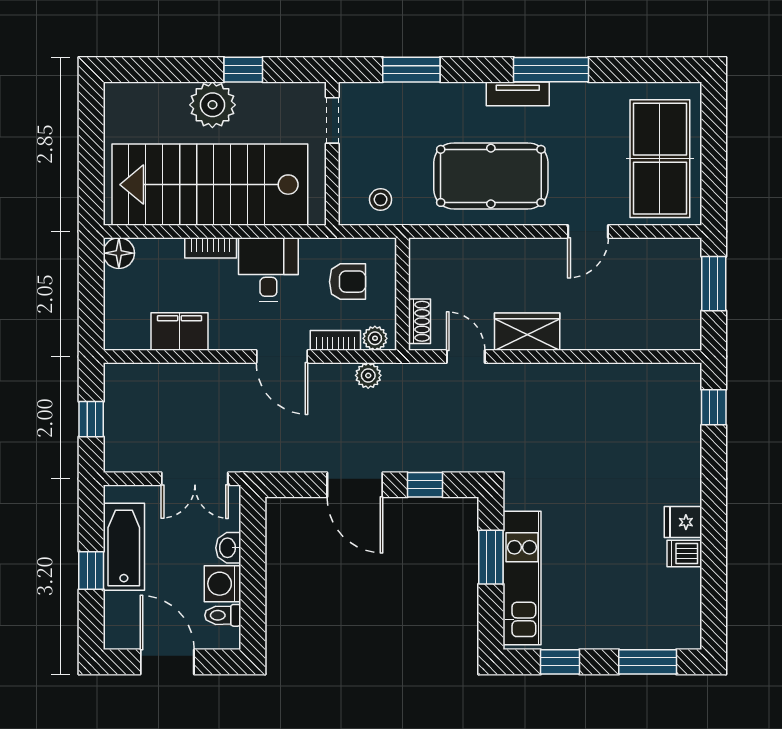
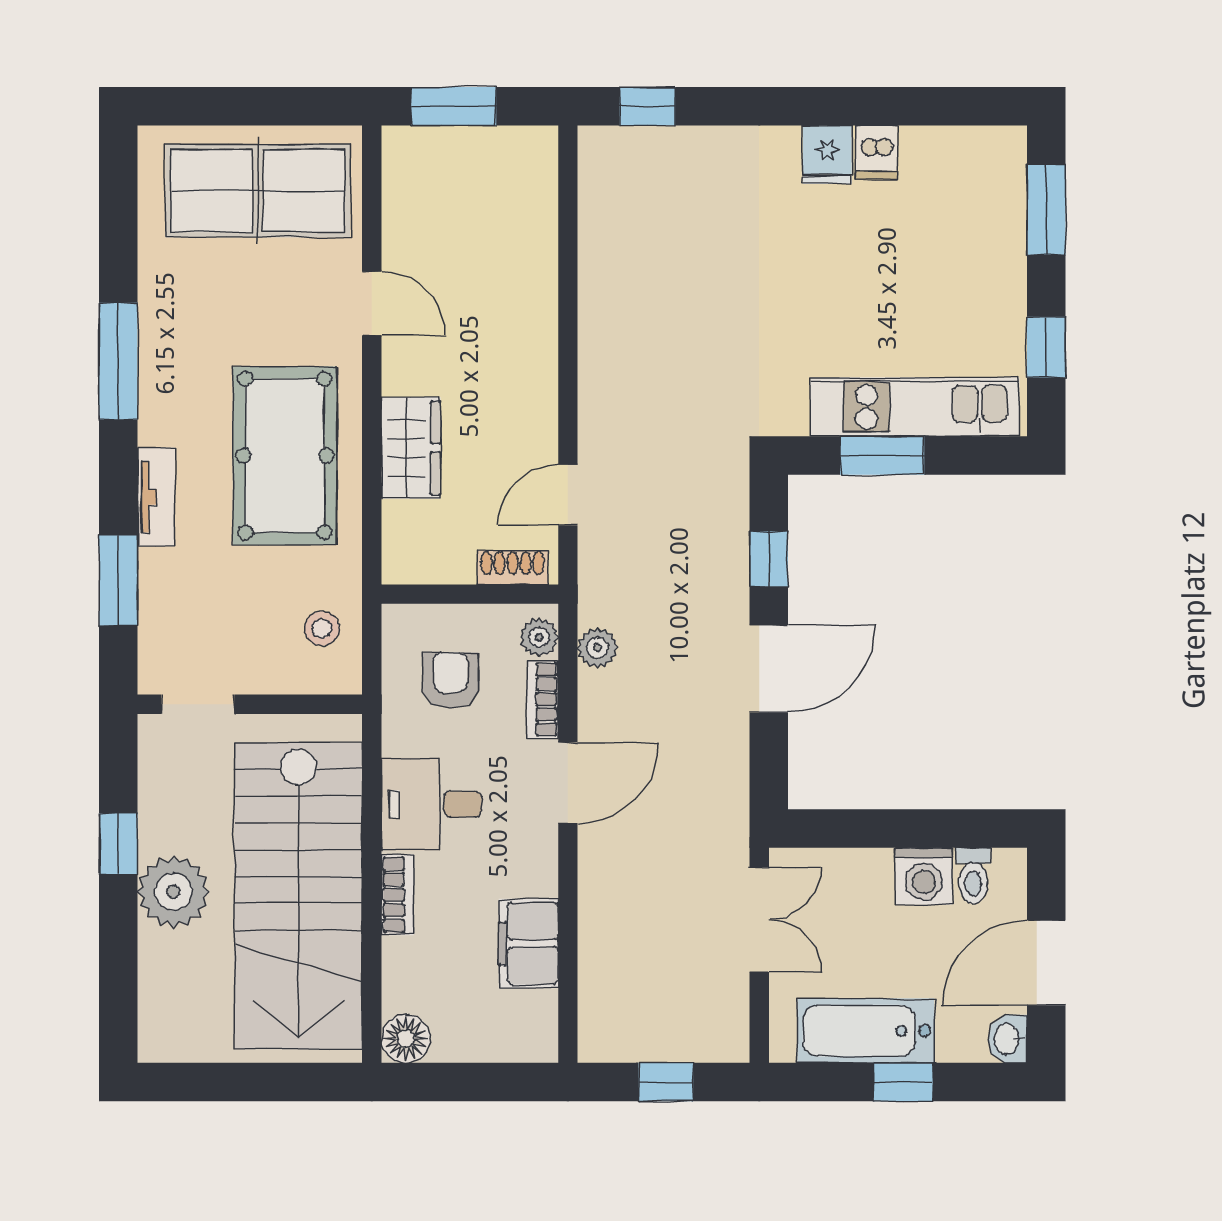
tv unit: (518, 94) -> (156, 497), moved
wardrobe: (527, 332) -> (411, 448), moved, turned 180
washbasin: (228, 548) -> (1008, 1039), moved, turned 90

